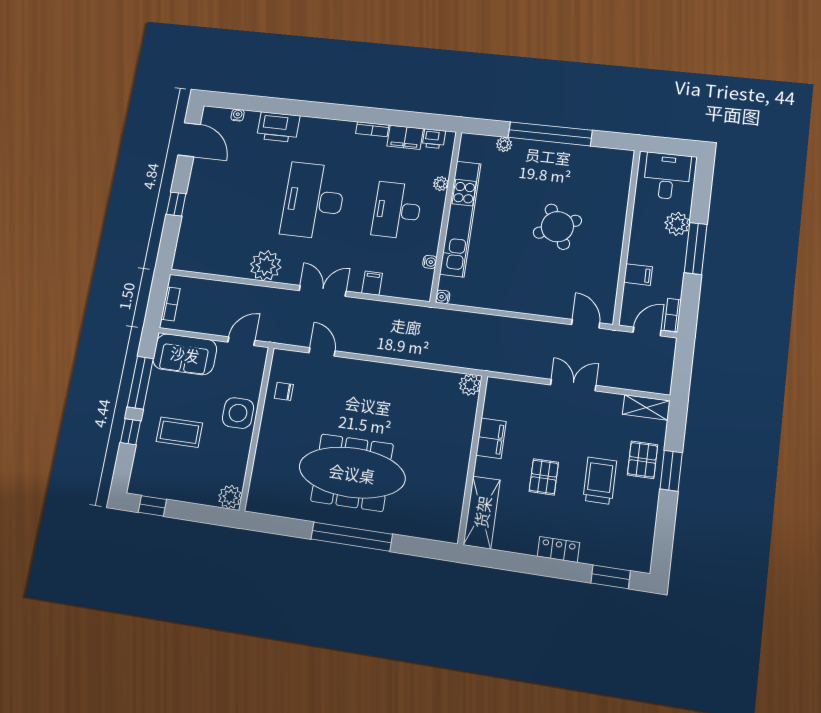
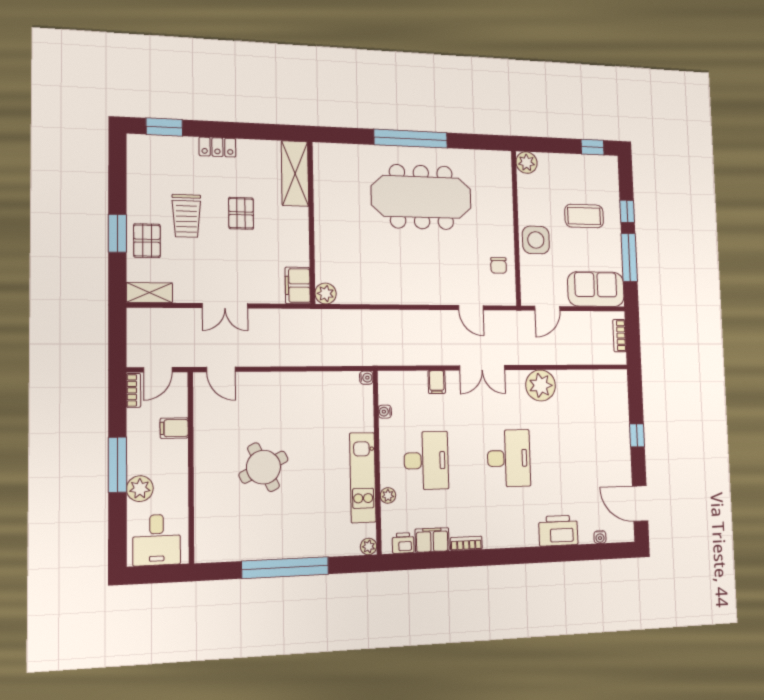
plant: (504, 144) -> (369, 546), moved
desk: (313, 201) -> (509, 458), width x0.73, depth x0.77
kitchen unit: (460, 219) -> (363, 478), width x0.73
chair: (284, 391) -> (499, 265), turned 90
filing cabinet: (491, 438) -> (298, 285), moved

